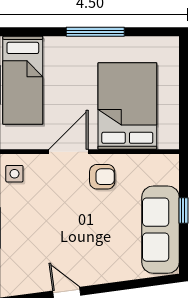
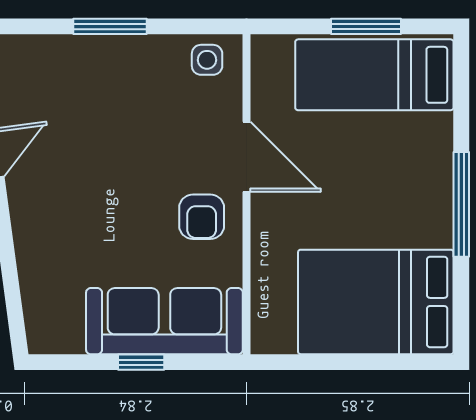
bed: (127, 106) -> (376, 302), moved, turned 180
sofa: (160, 230) -> (164, 321), moved

